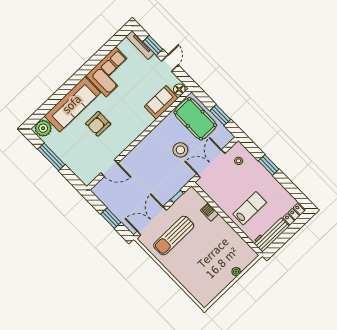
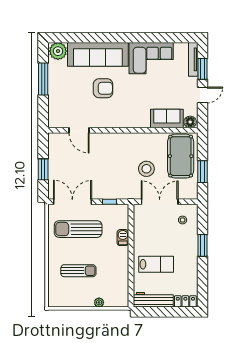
armchair: (98, 124) -> (103, 88), turned 180
sun lounger: (201, 264) -> (78, 271), added

